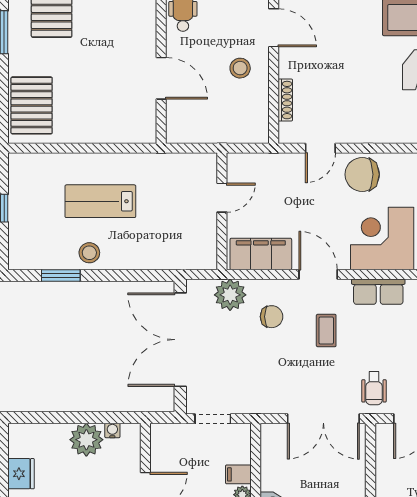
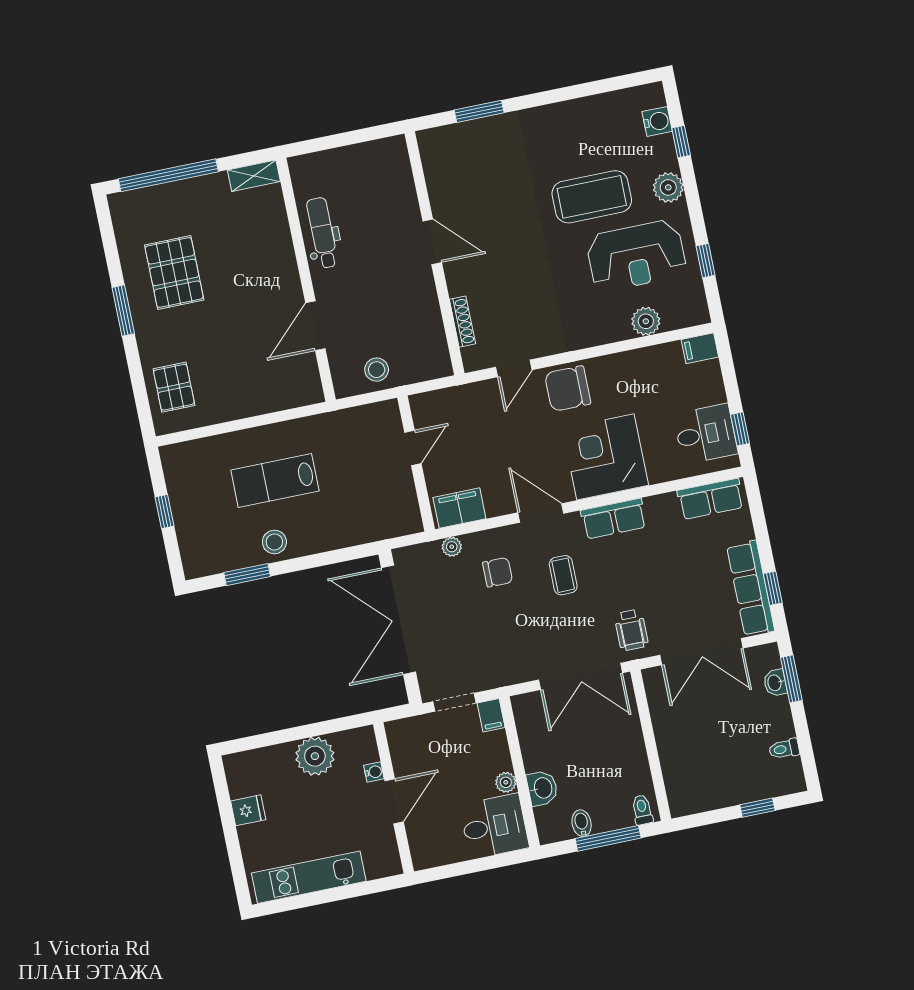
stool: (240, 68) -> (377, 370), moved
door: (161, 78) -> (315, 326), swing flipped
pallet: (32, 105) -> (174, 387), width x0.67, depth x0.71
filing cabinet: (261, 254) -> (459, 508), width x0.67, depth x0.86
plant: (230, 295) -> (452, 547), width x0.53, depth x0.53
water cooler: (112, 430) -> (374, 772), moved, turned 90
fridge: (21, 474) -> (248, 810), width x0.72
filing cabinet: (238, 474) -> (491, 715), moved, turned -90

